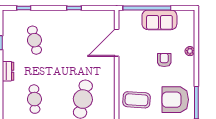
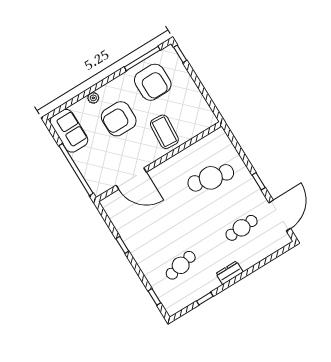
sofa: (159, 20) -> (69, 131), moved
armchair: (164, 60) -> (119, 119), width x1.88, depth x1.88
coffee table: (137, 100) -> (164, 132), moved

